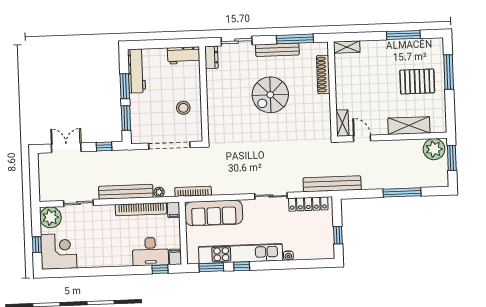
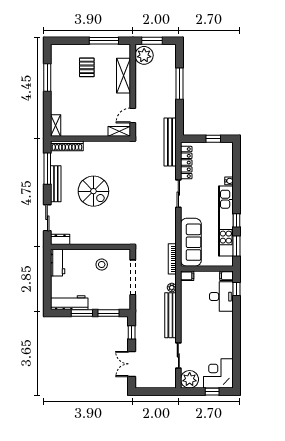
window: (449, 72) -> (104, 41), moved
shoe rack: (323, 74) -> (67, 146), moved
pallet: (417, 81) -> (87, 67), width x0.67, depth x0.71
bookcase: (141, 209) -> (185, 303), removed

